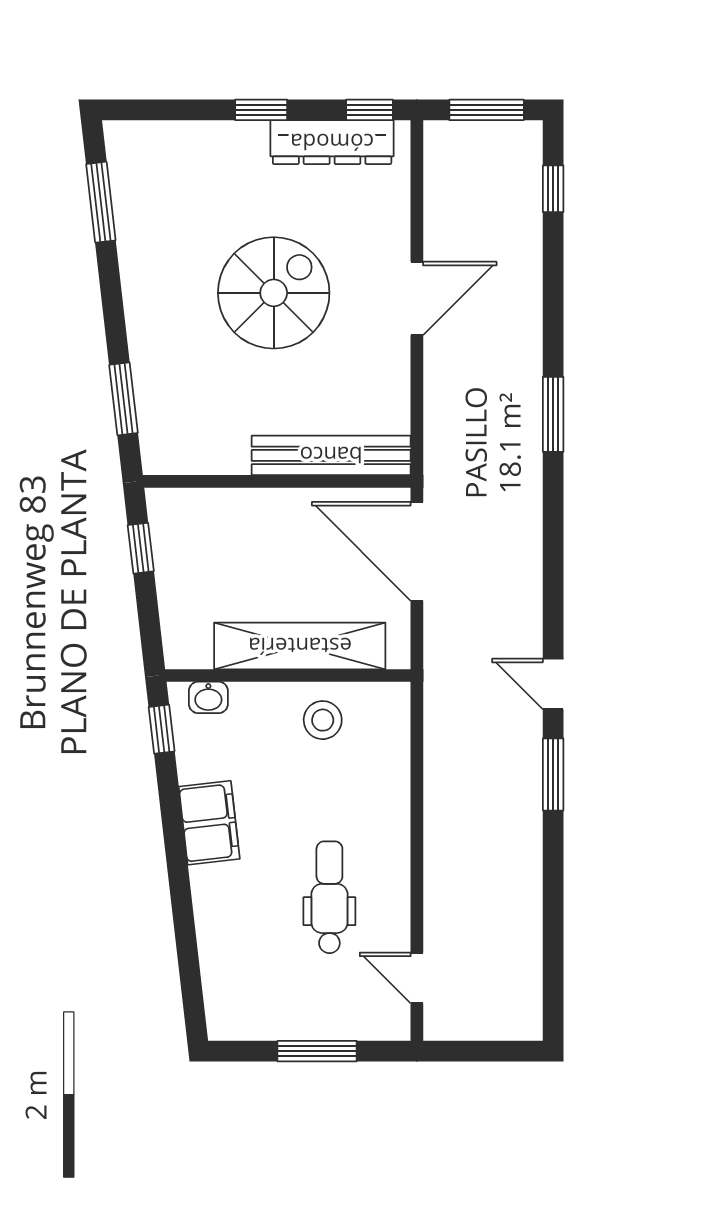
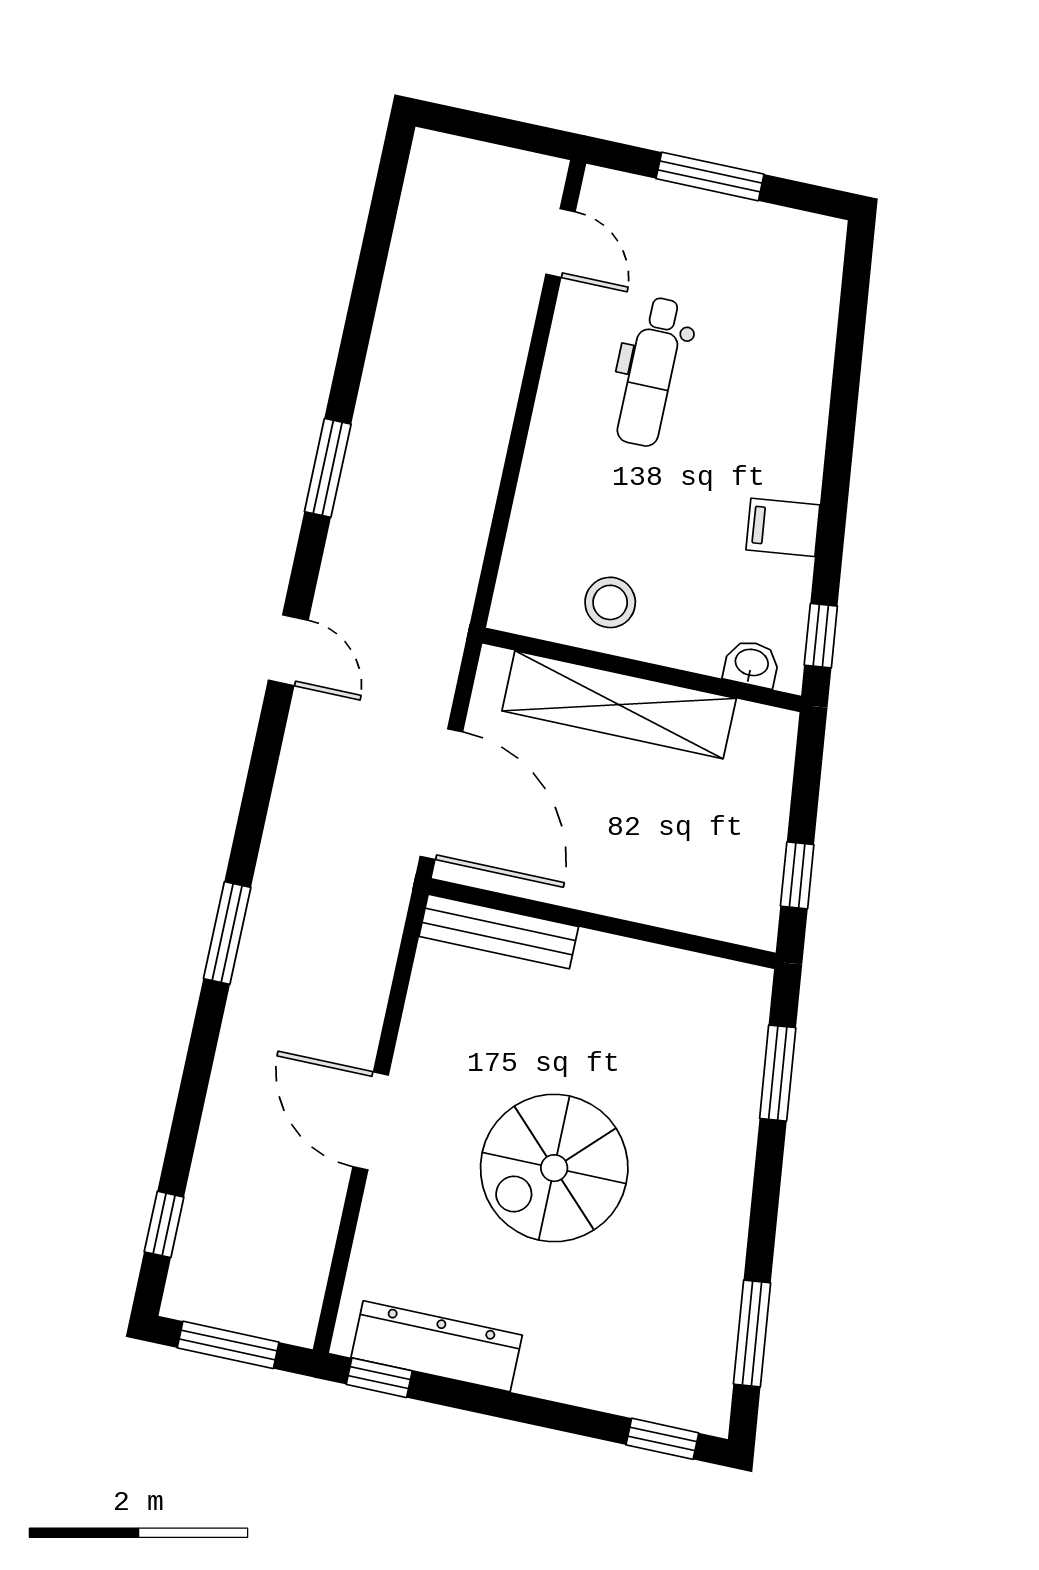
window: (261, 110) -> (662, 1439), moved
door: (417, 298) -> (371, 1121), hinge flipped
bench: (331, 455) -> (499, 932), width x0.73, depth x0.82
door: (553, 684) -> (288, 650), moved
filing cabinet: (209, 823) -> (783, 527), width x0.50

